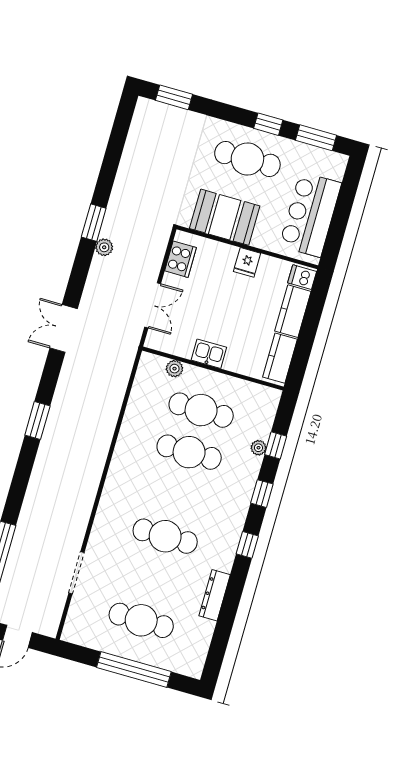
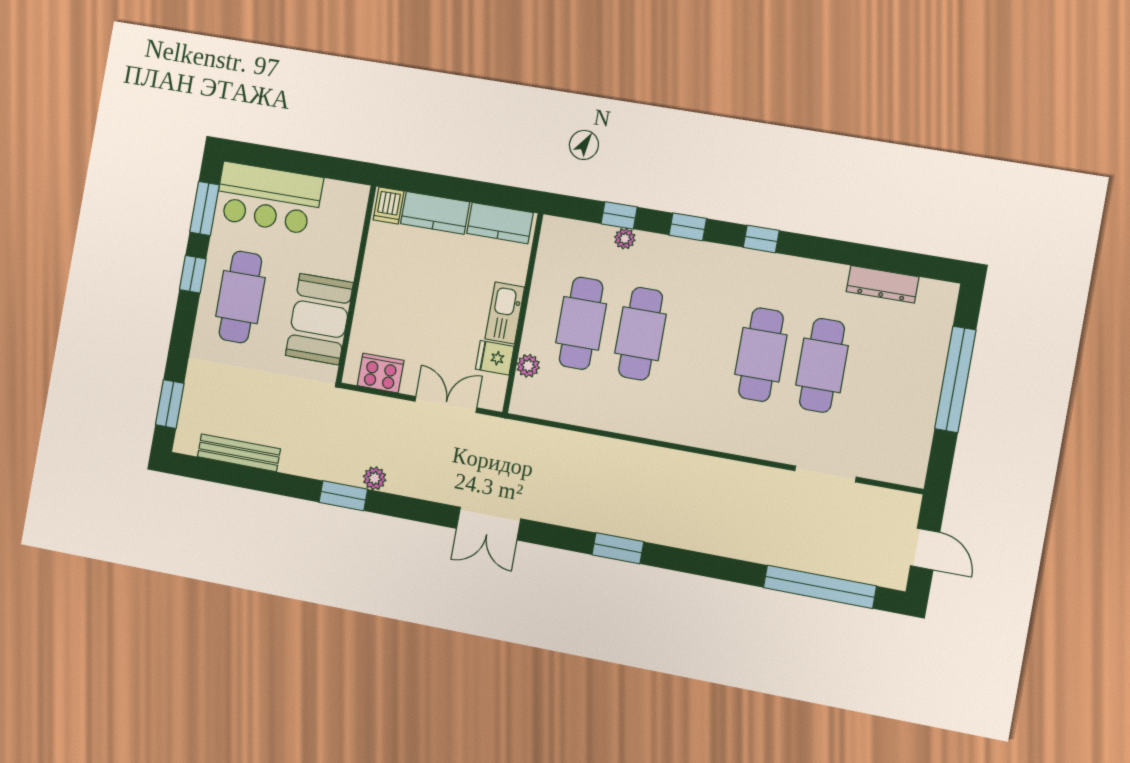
bench: (133, 147) -> (239, 453), added
bar counter: (310, 215) -> (268, 198), moved
fridge: (247, 262) -> (495, 358), moved, turned 180
kitchen sink: (209, 354) -> (505, 313), width x1.38
dresser: (215, 595) -> (883, 284), moved
cafe table: (141, 620) -> (822, 365), moved

